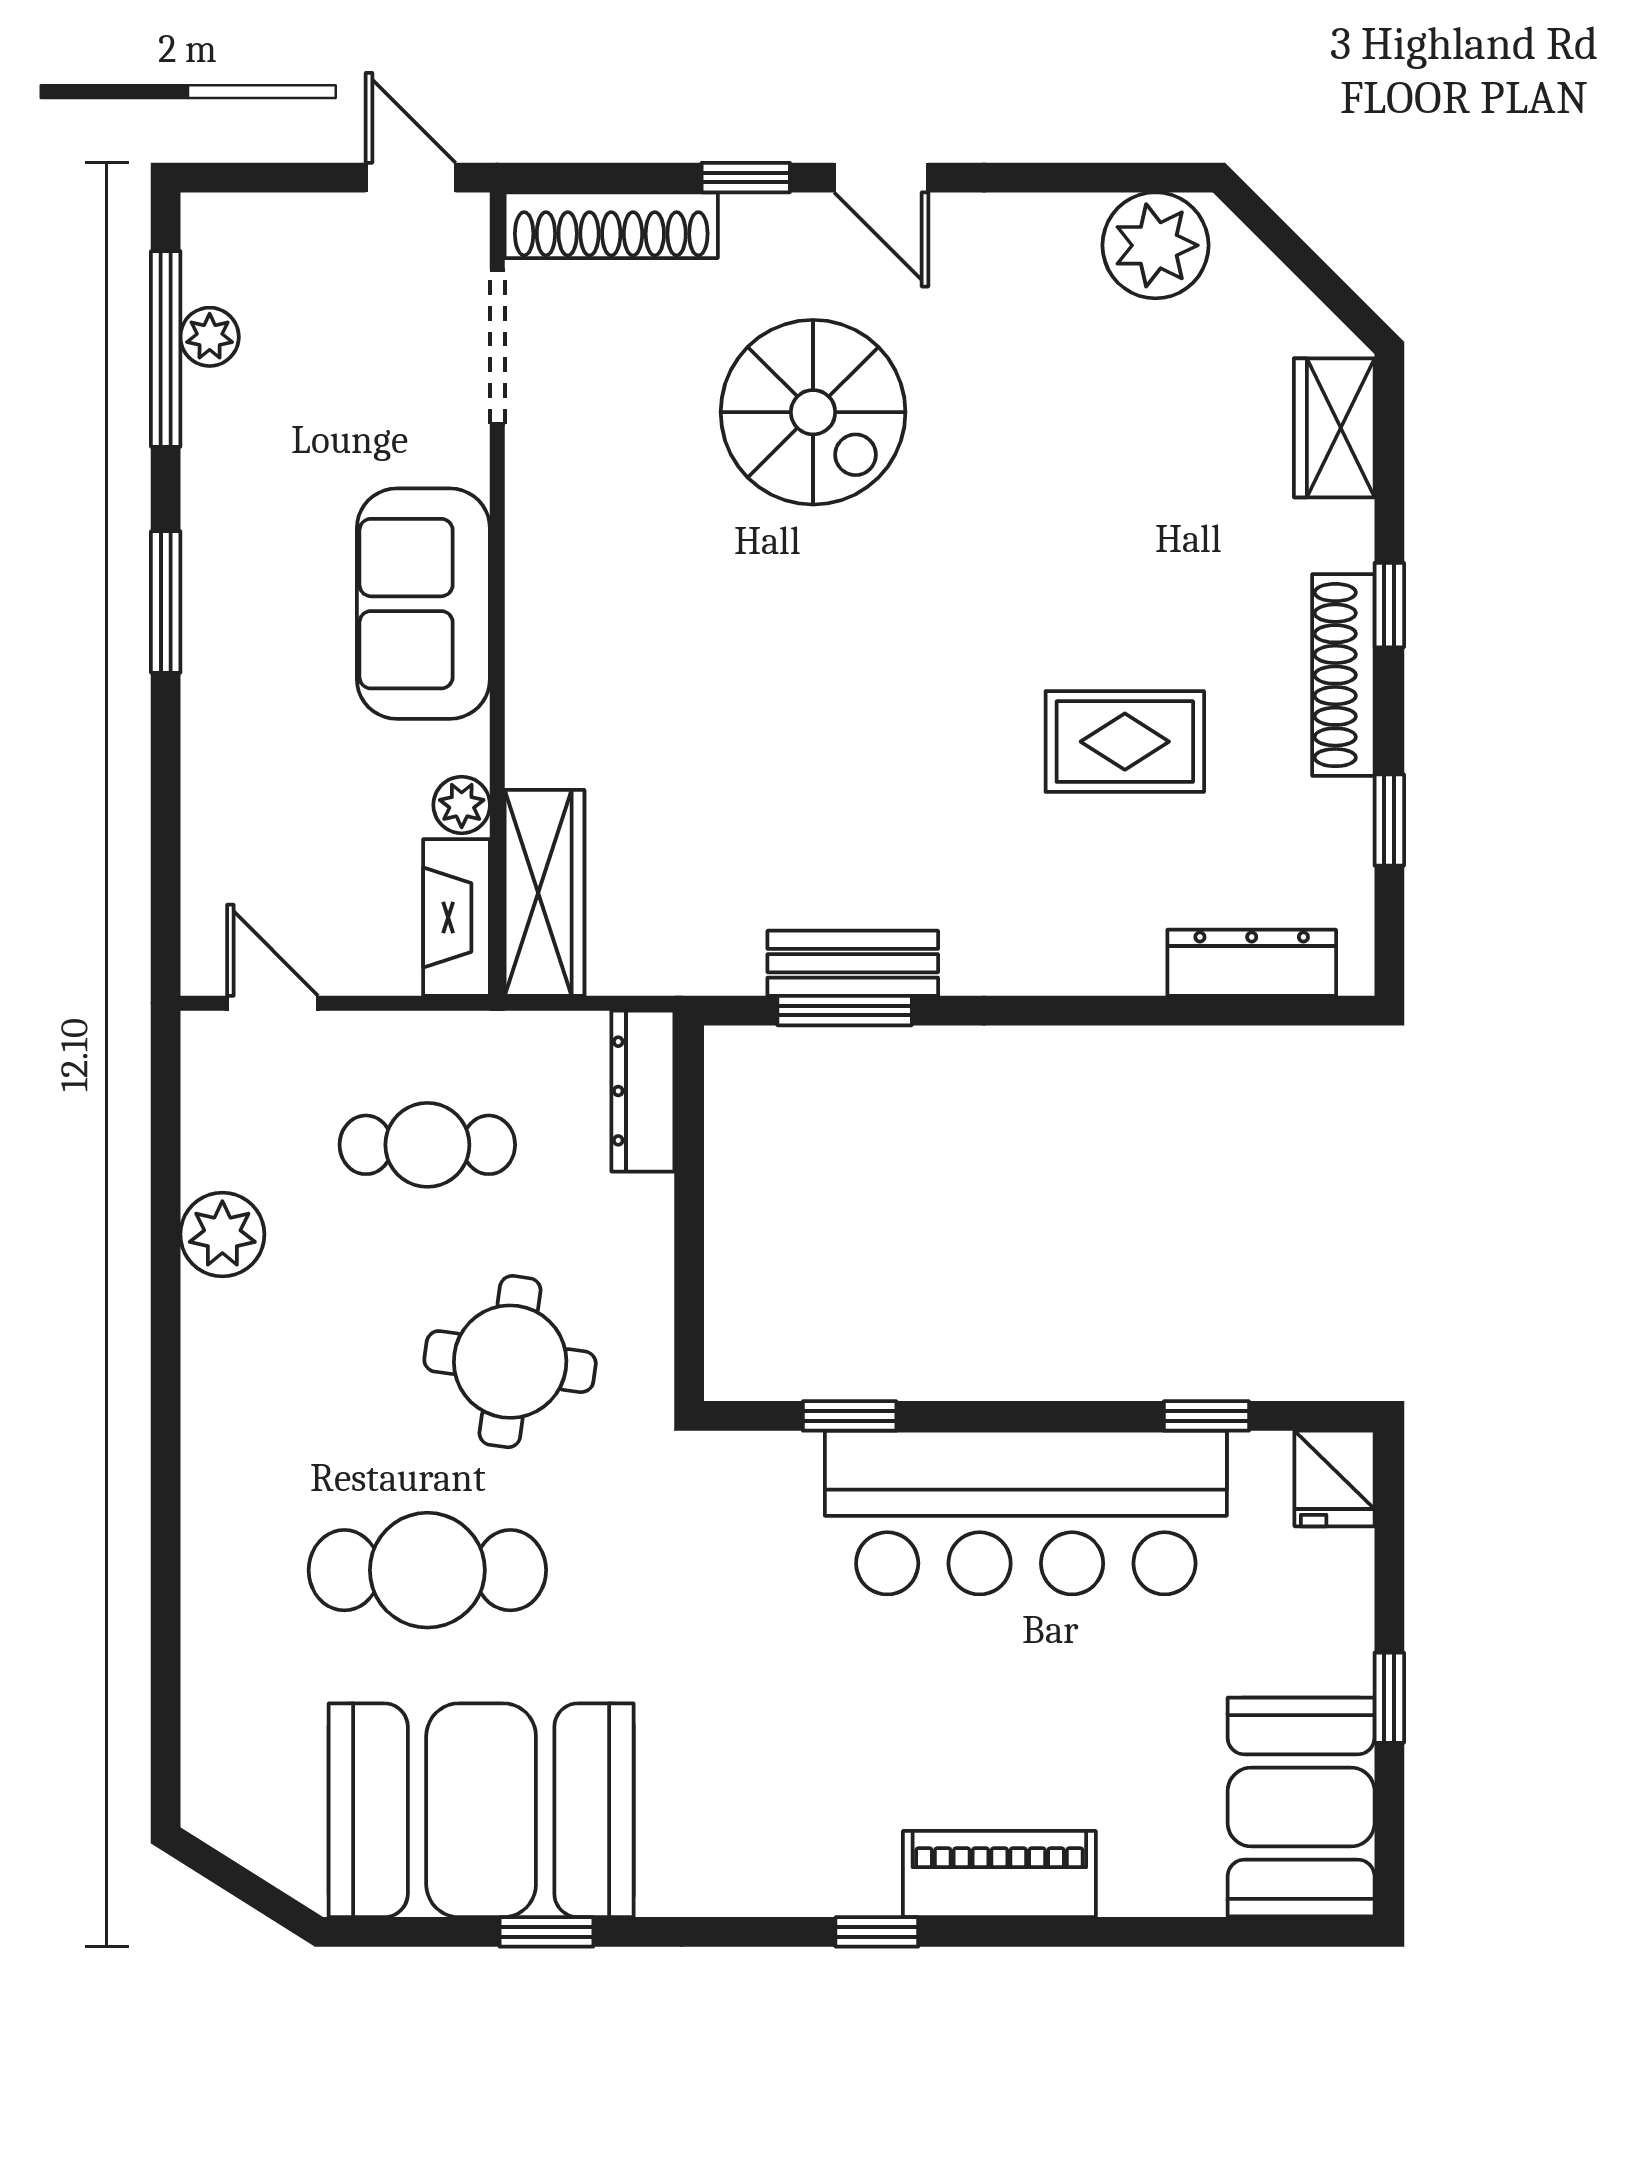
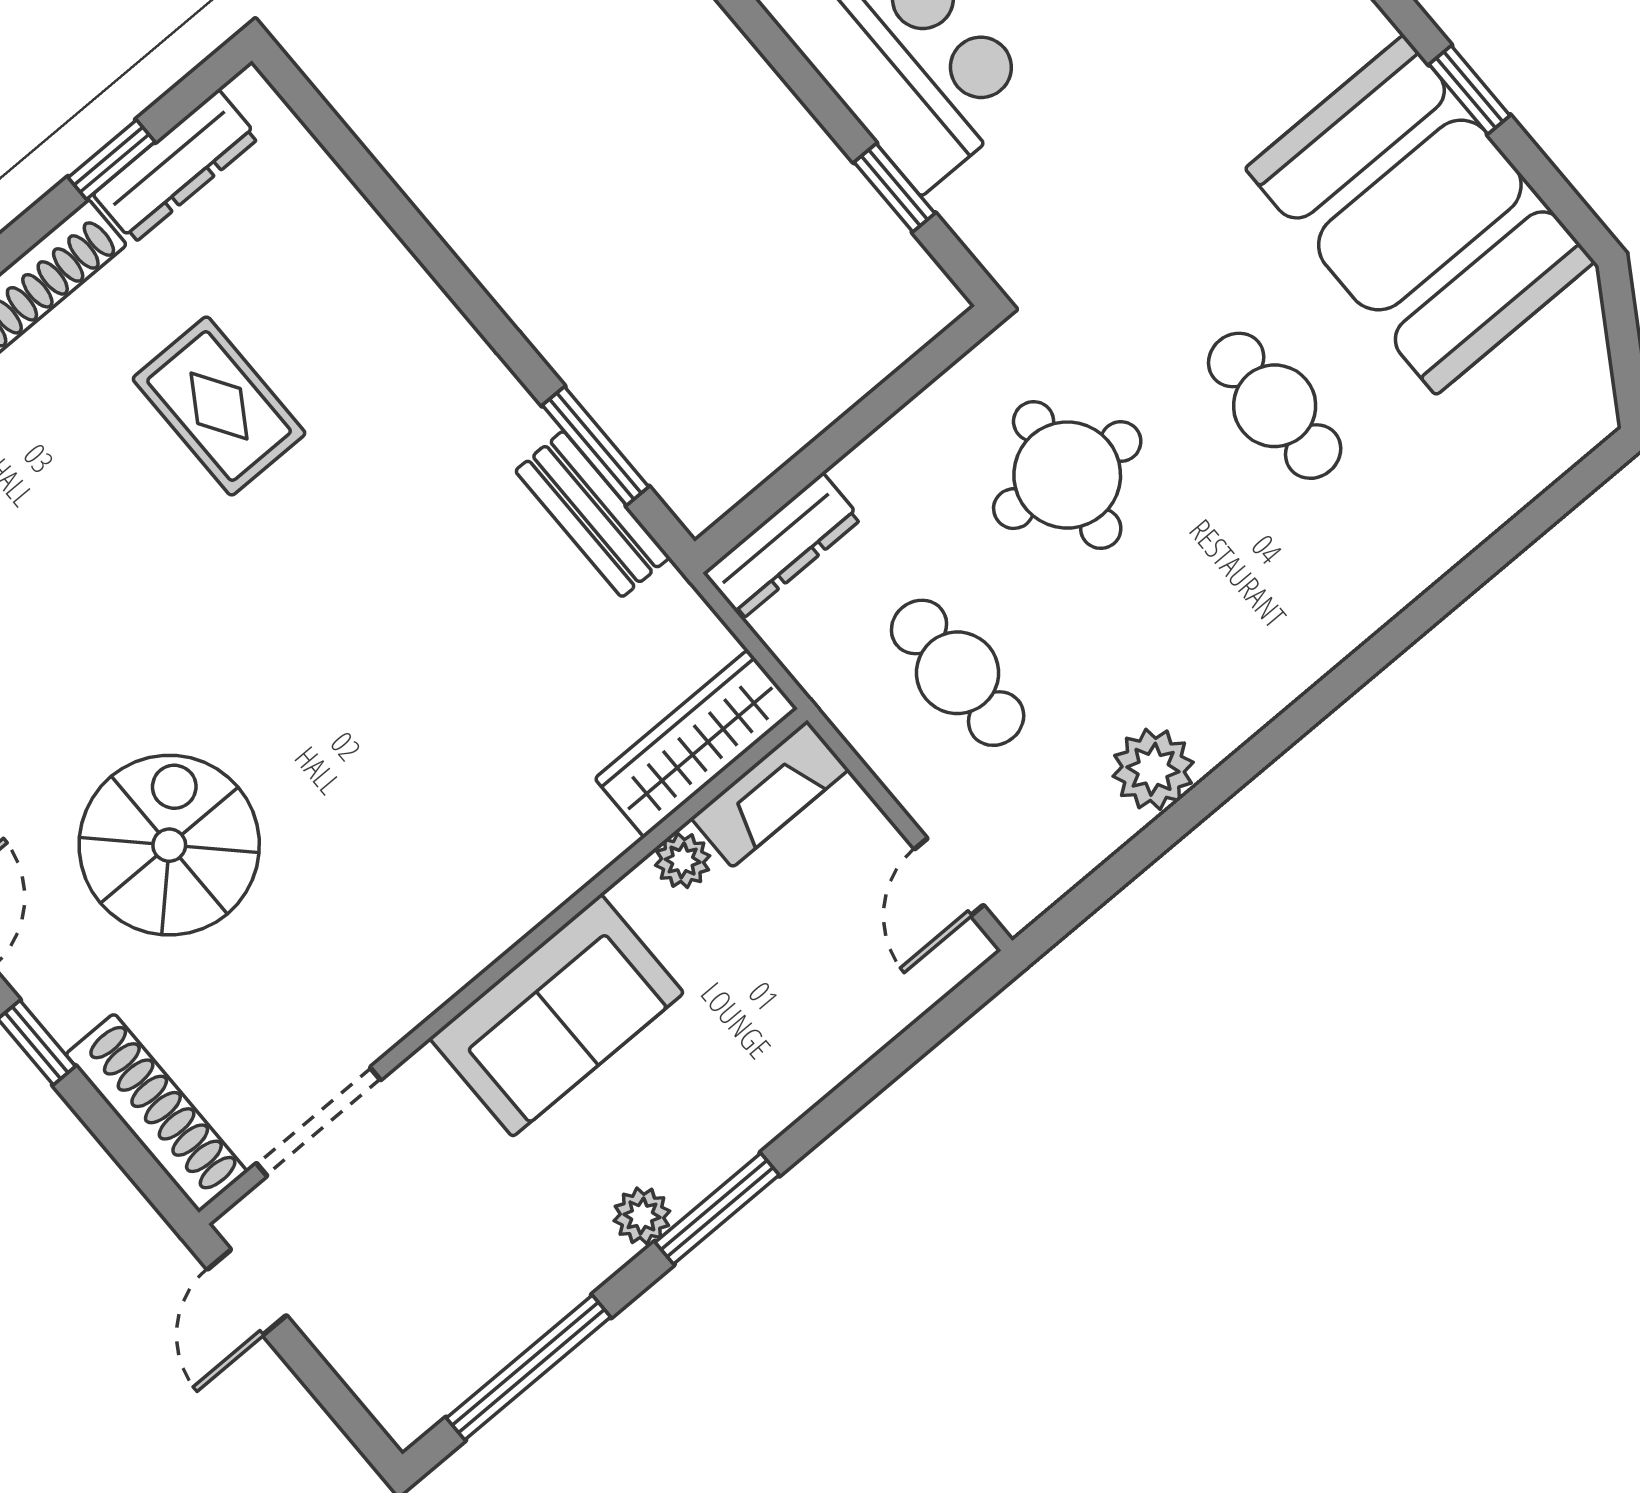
plant: (210, 337) -> (642, 1216), moved
bench: (853, 963) -> (592, 514), moved
dresser: (1252, 963) -> (176, 166), moved, turned -90
cafe table: (427, 1570) -> (1275, 406), width x0.73, depth x0.74

